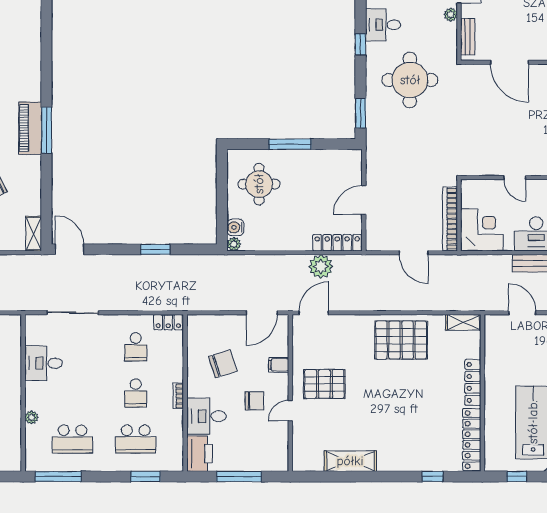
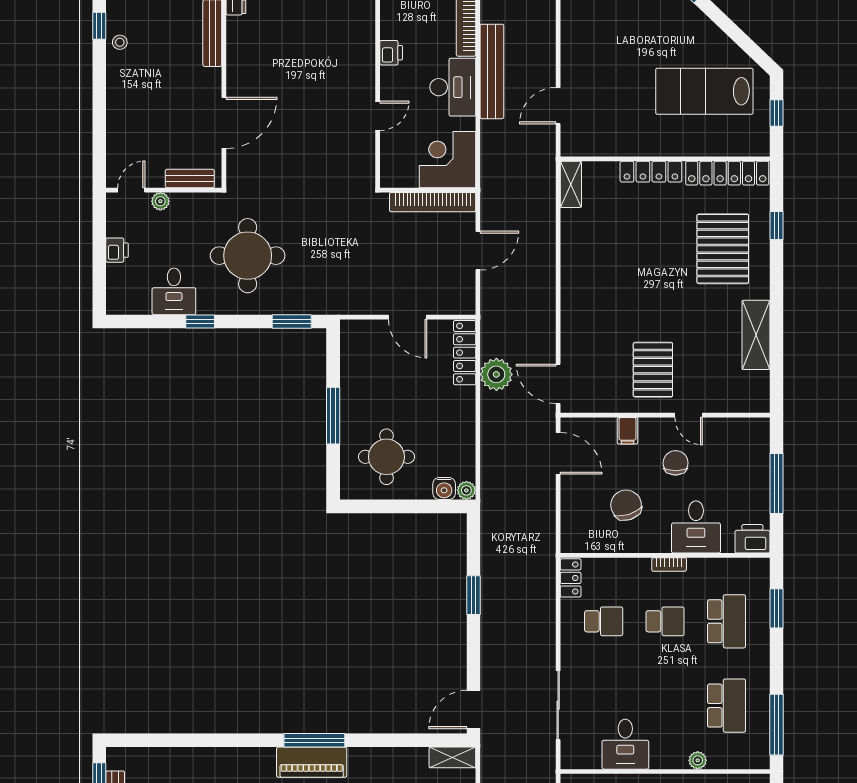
pallet: (401, 340) -> (723, 249), moved
printer: (200, 454) -> (752, 539), width x0.73, depth x0.84

